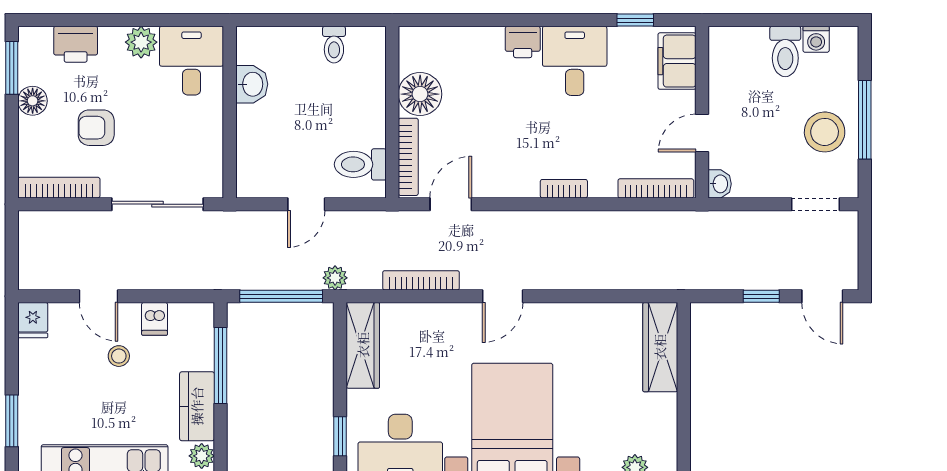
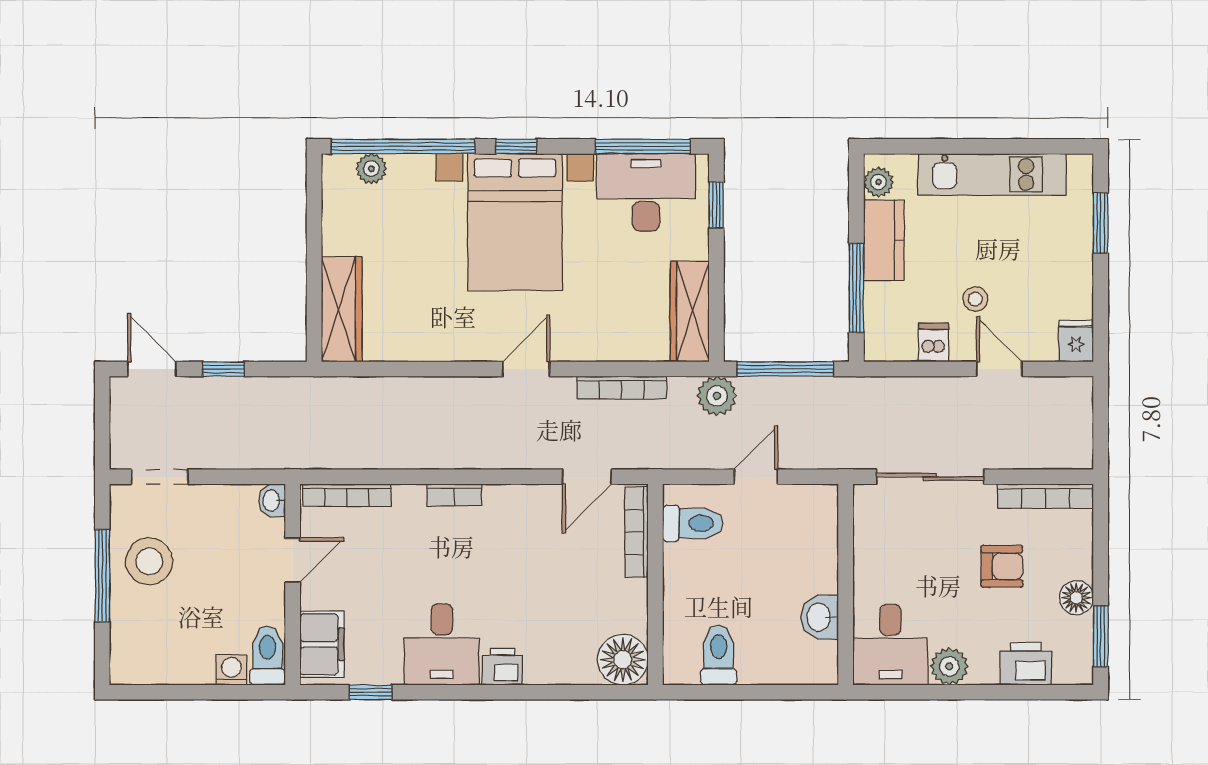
washing machine: (816, 39) -> (231, 670), moved
toilet: (334, 45) -> (719, 655), width x1.37, depth x1.39
toilet: (785, 52) -> (267, 655), moved
floor lamp: (420, 94) -> (623, 660), moved
plant: (335, 278) -> (717, 396), width x1.38, depth x1.38

